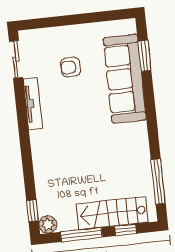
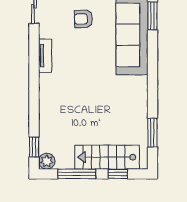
tv unit: (33, 104) -> (45, 56), width x0.71
window: (158, 181) -> (152, 133), width x0.69

